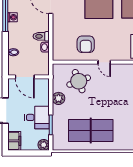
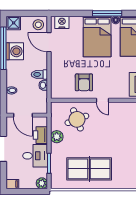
washing machine: (13, 17) -> (15, 51), width x1.89, depth x1.89
printer: (42, 97) -> (40, 135), added
filing cabinet: (14, 141) -> (12, 184), width x0.50

